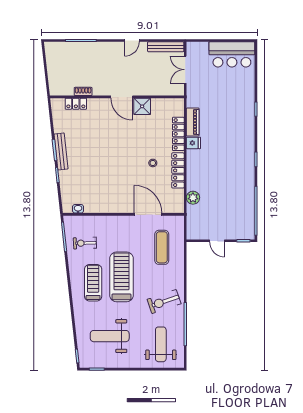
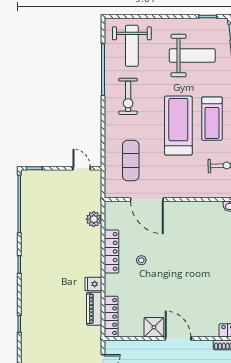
locker: (178, 134) -> (111, 317), moved
door: (217, 241) -> (82, 168), moved
treadmill: (121, 277) -> (178, 126), turned 180
exercise bike: (164, 302) -> (128, 96), turned 109

